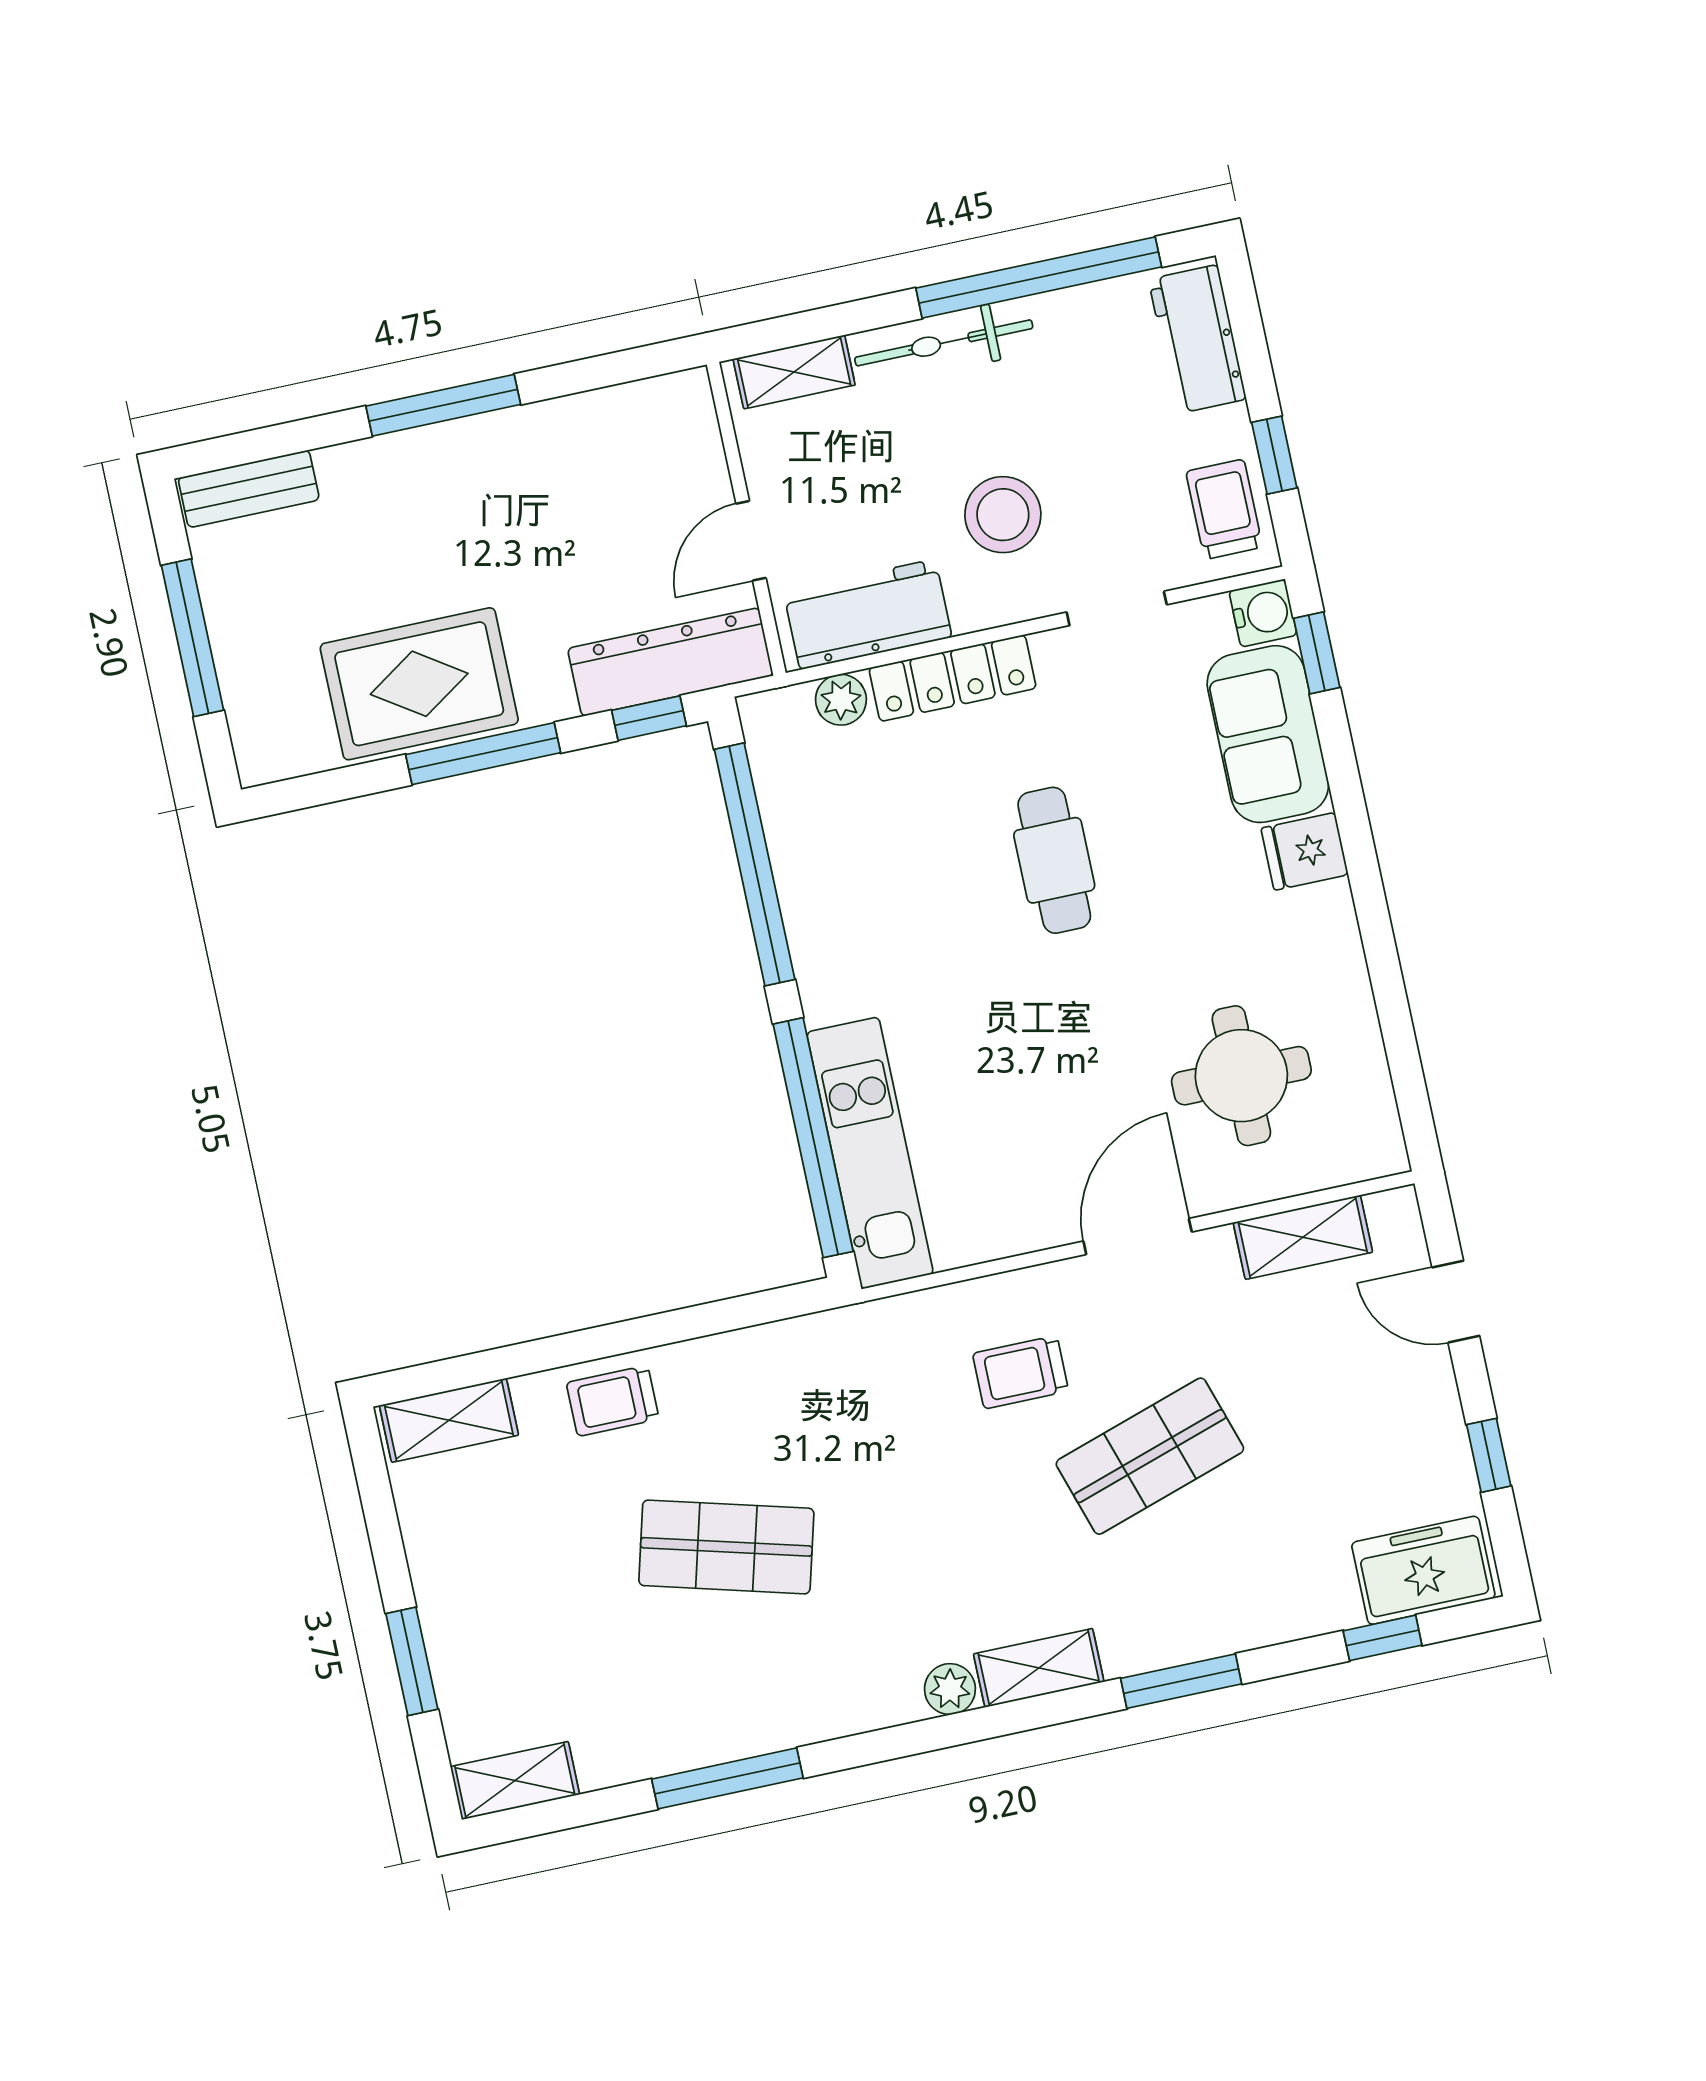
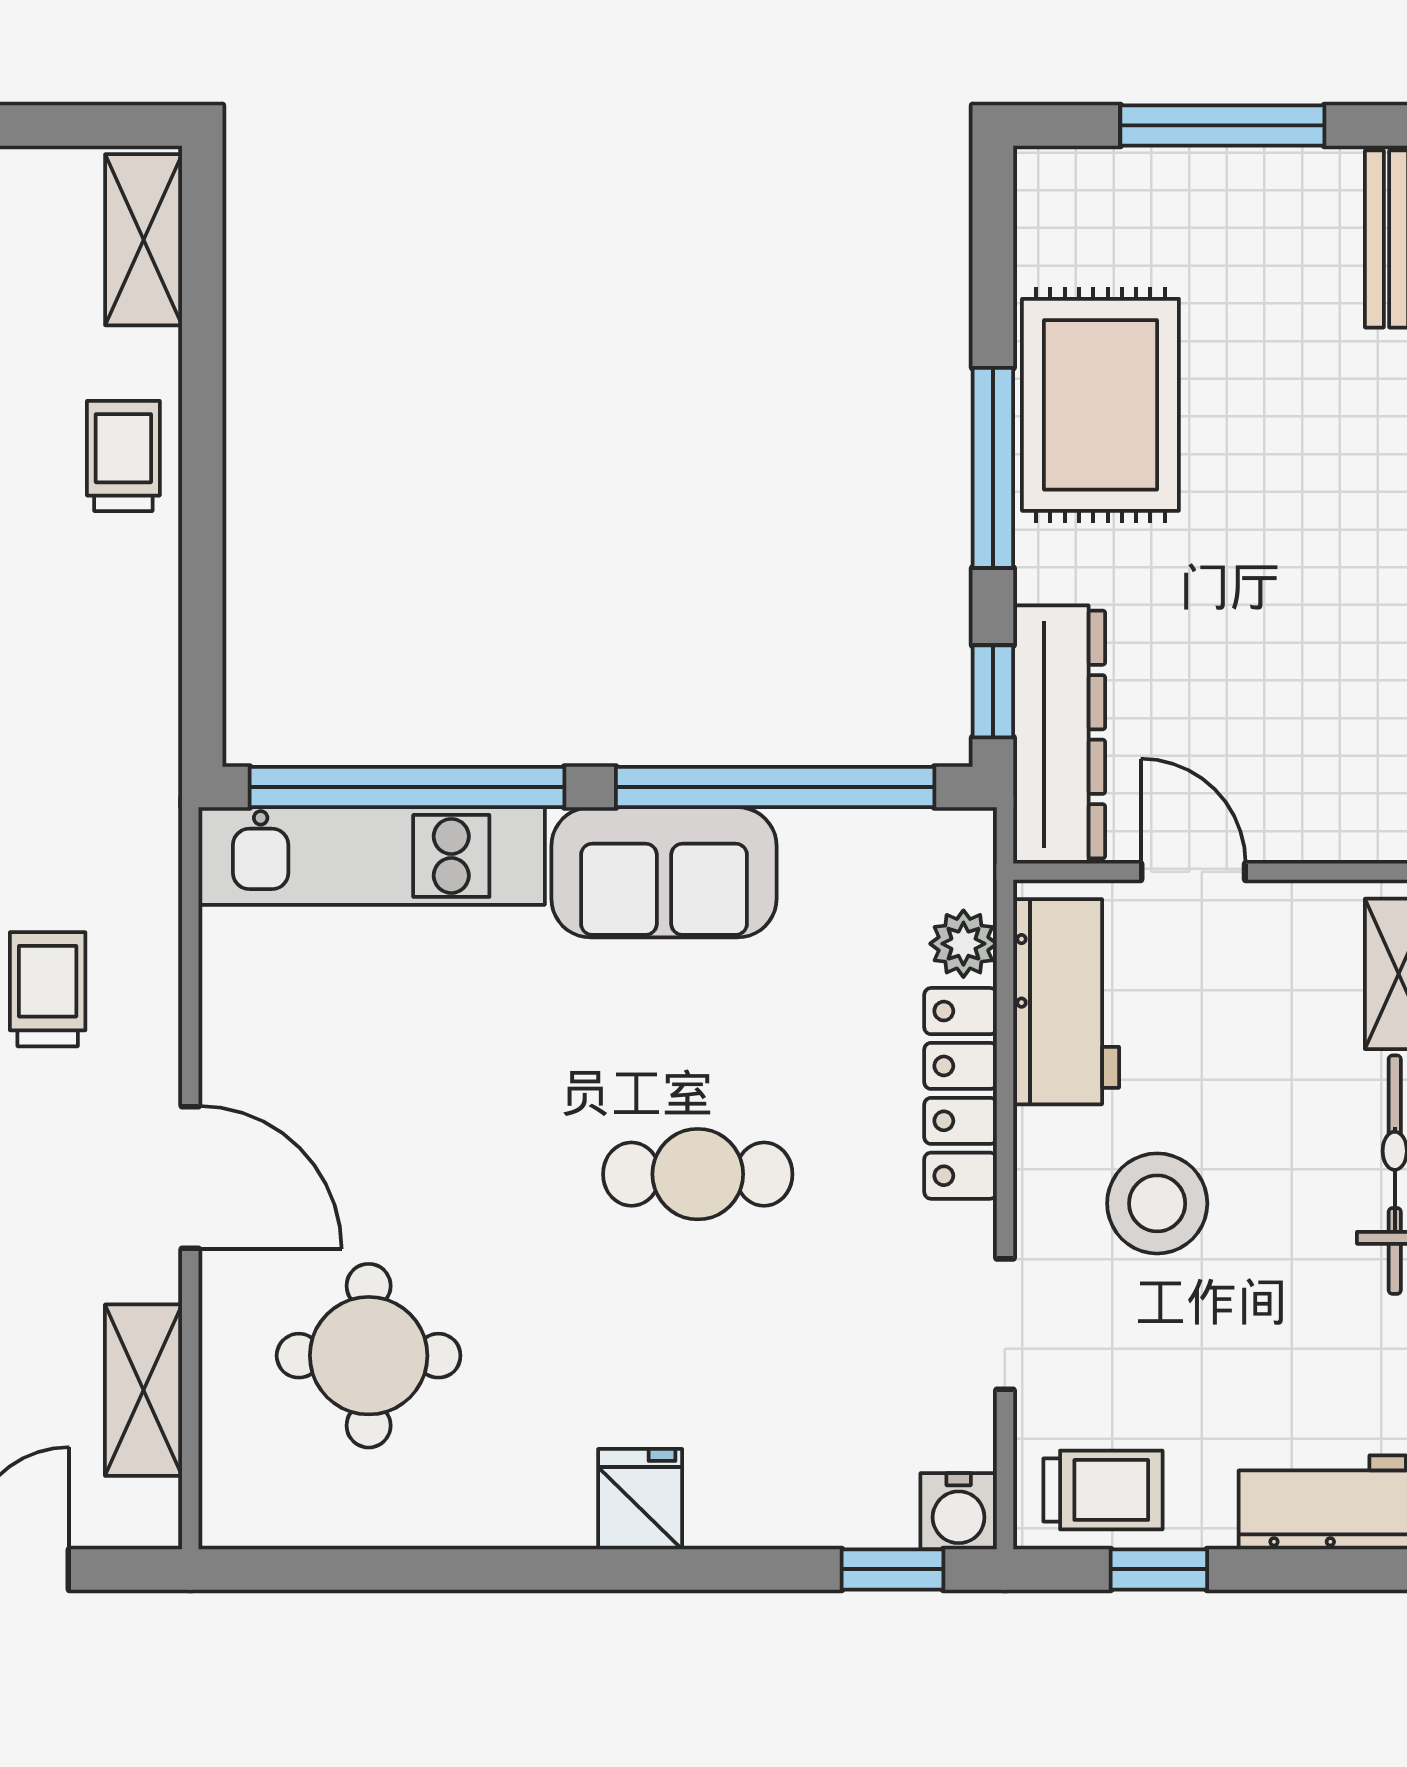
sofa: (1268, 734) -> (664, 872), moved, turned 180

